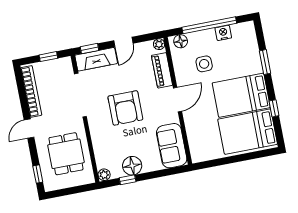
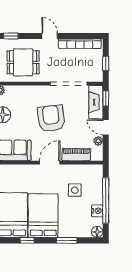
floor lamp: (181, 41) -> (97, 232), moved
plant: (159, 44) -> (98, 141), moved
door: (178, 100) -> (50, 163), swing flipped
armchair: (125, 108) -> (51, 118), turned 83

